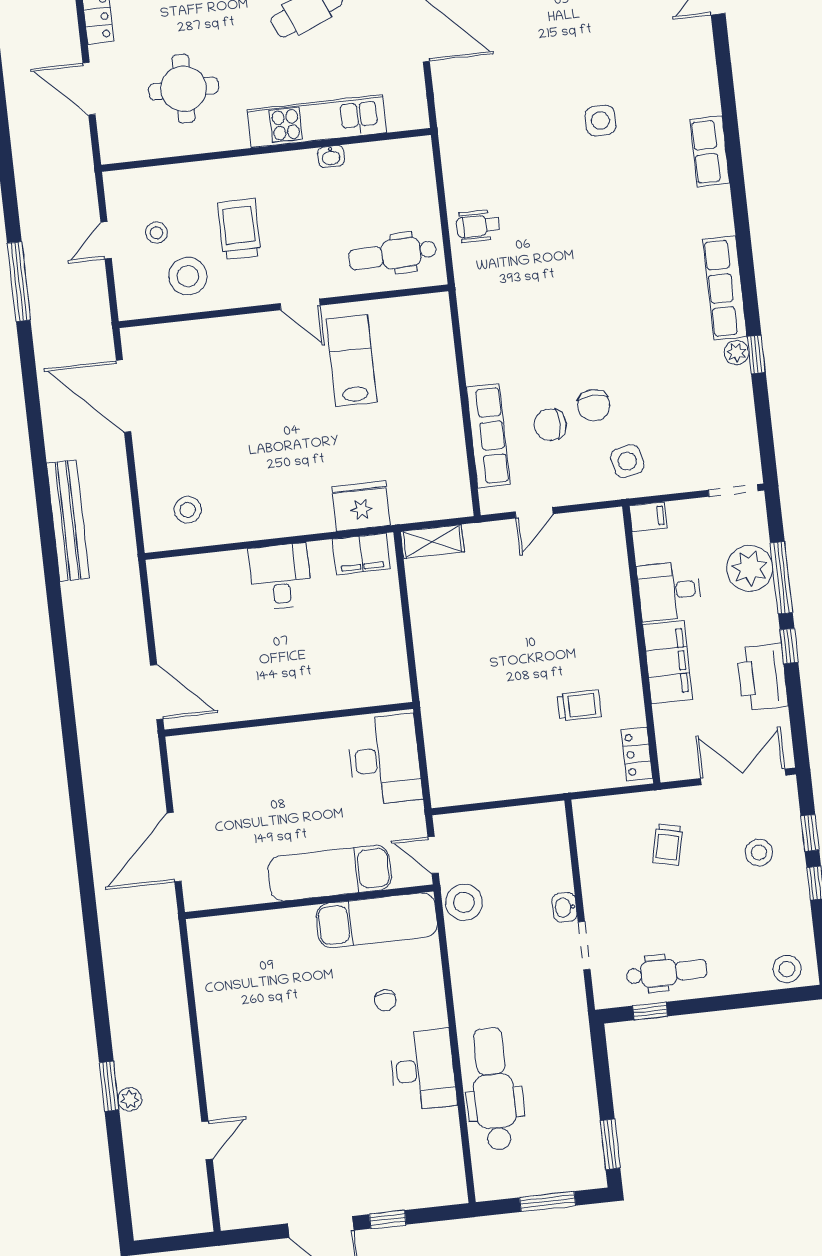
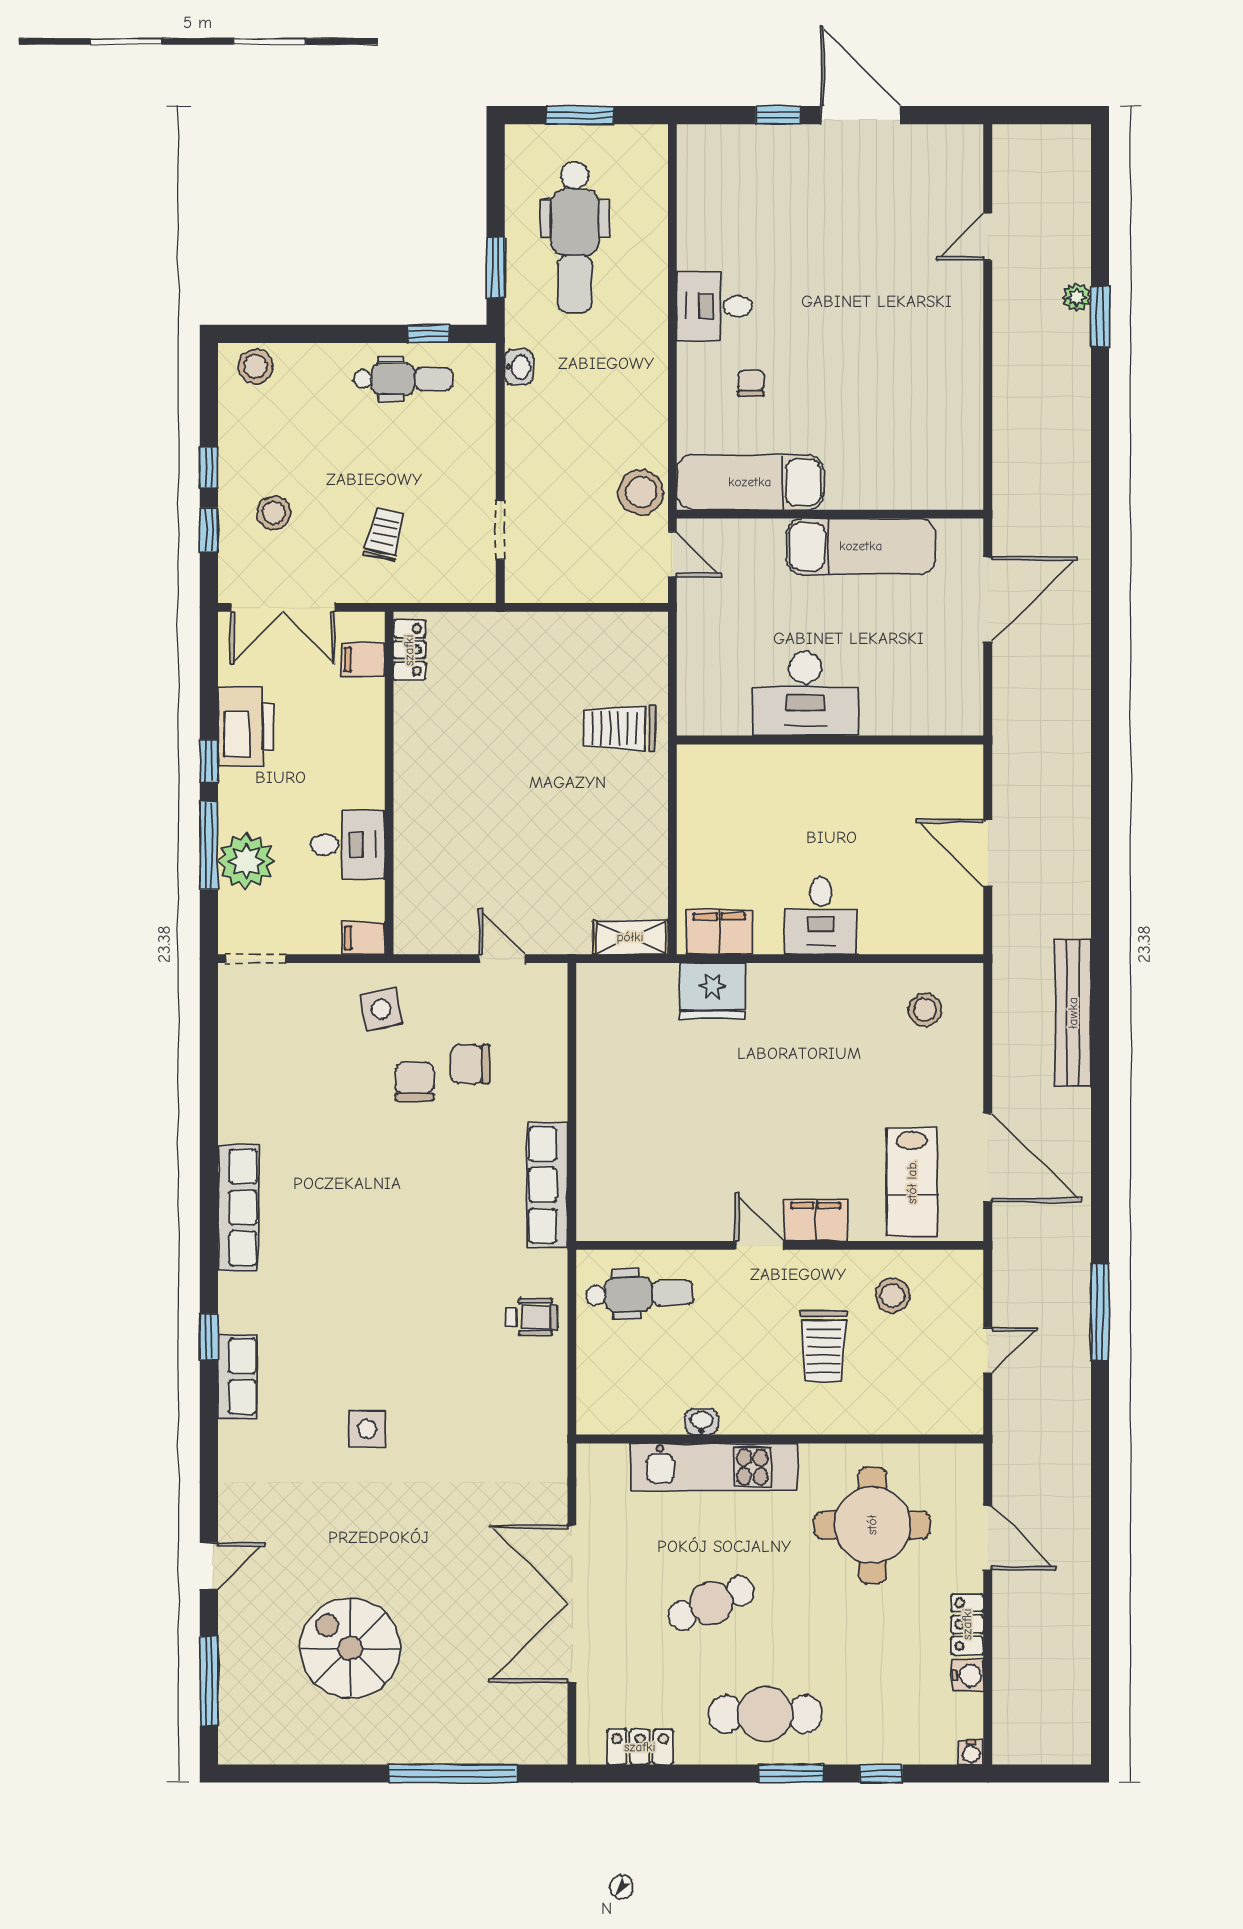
round table: (184, 89) -> (872, 1525), width x1.36, depth x1.36
stool: (157, 233) -> (925, 1353), removed
stool: (188, 276) -> (893, 1295), width x0.73, depth x0.73
filing cabinet: (257, 330) -> (816, 1220), added
plant: (737, 353) -> (233, 1127), removed
window: (756, 354) -> (209, 1337), moved
lab bench: (352, 361) -> (912, 1182), moved
chair: (550, 425) -> (470, 1064), turned 180
row of seats: (488, 436) -> (547, 1185), moved
door: (534, 513) -> (502, 959), hinge flipped
filing cabinet: (668, 662) -> (363, 659), moved, width x0.33, depth x0.86
door: (157, 692) -> (988, 853), moved
trolley: (579, 705) -> (619, 728), moved, width x1.36, depth x1.39
desk: (385, 760) -> (805, 694), moved, turned -90
exam couch: (330, 873) -> (861, 546), moved
washbasin: (565, 907) -> (519, 367), moved
doorway: (584, 946) -> (500, 530), moved
dental chair: (667, 972) -> (403, 379), turned 180
desk: (423, 1070) -> (714, 306), width x0.73
dental chair: (494, 1089) -> (575, 237), moved
window: (610, 1144) -> (496, 267), moved

